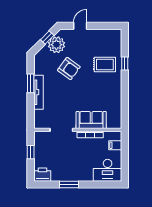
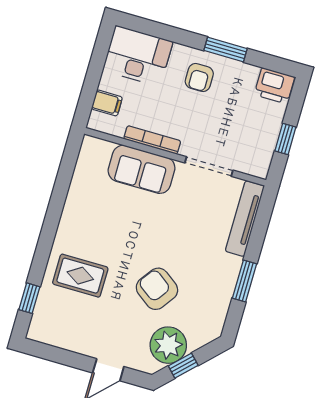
window: (125, 64) -> (29, 298), moved
tv unit: (39, 92) -> (245, 219), moved
armchair: (77, 169) -> (199, 78), added

